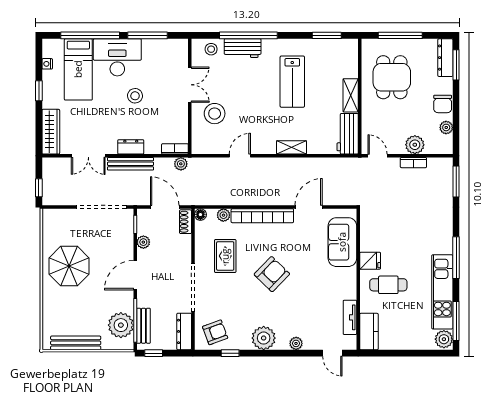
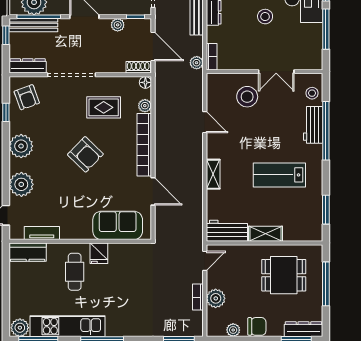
chair: (443, 104) -> (257, 326), turned 180
door: (165, 207) -> (153, 46), hinge flipped
bench: (144, 326) -> (33, 25), width x1.36
plant: (296, 343) -> (21, 184), width x1.88, depth x1.88

